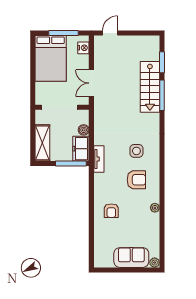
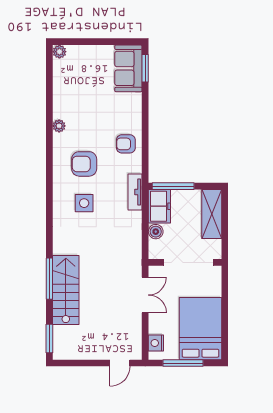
window: (162, 62) -> (49, 339), moved
armchair: (111, 211) -> (126, 144), moved, turned -90
window: (91, 250) -> (145, 68), added
sofa: (131, 258) -> (128, 68), moved, turned 90

